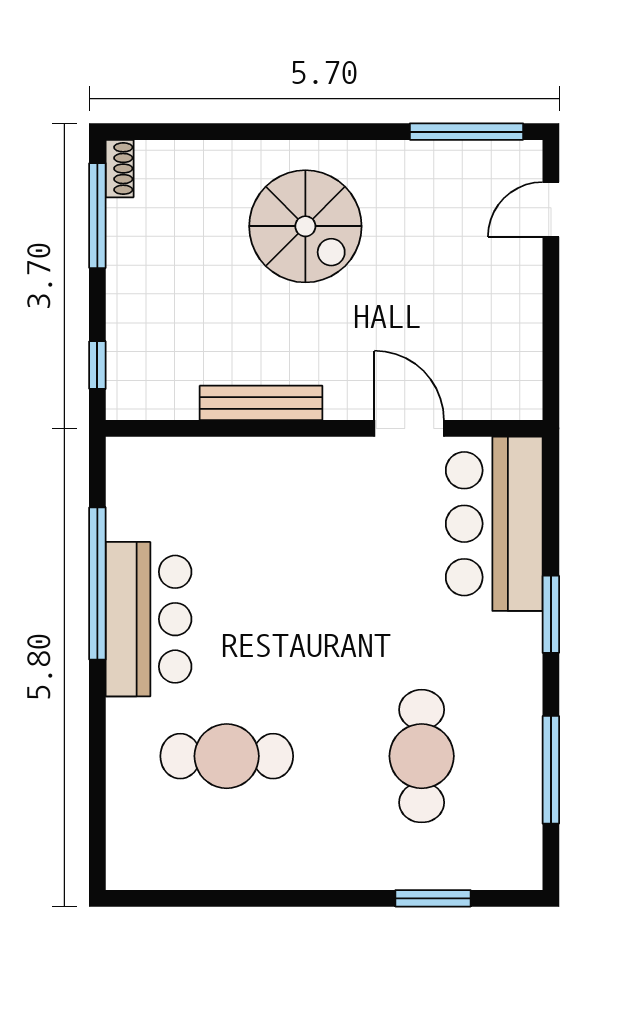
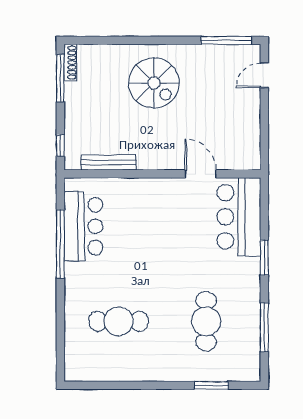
shoe rack: (120, 169) -> (70, 63), width x1.43
bench: (261, 403) -> (108, 162), moved
bar counter: (149, 619) -> (83, 226), moved

